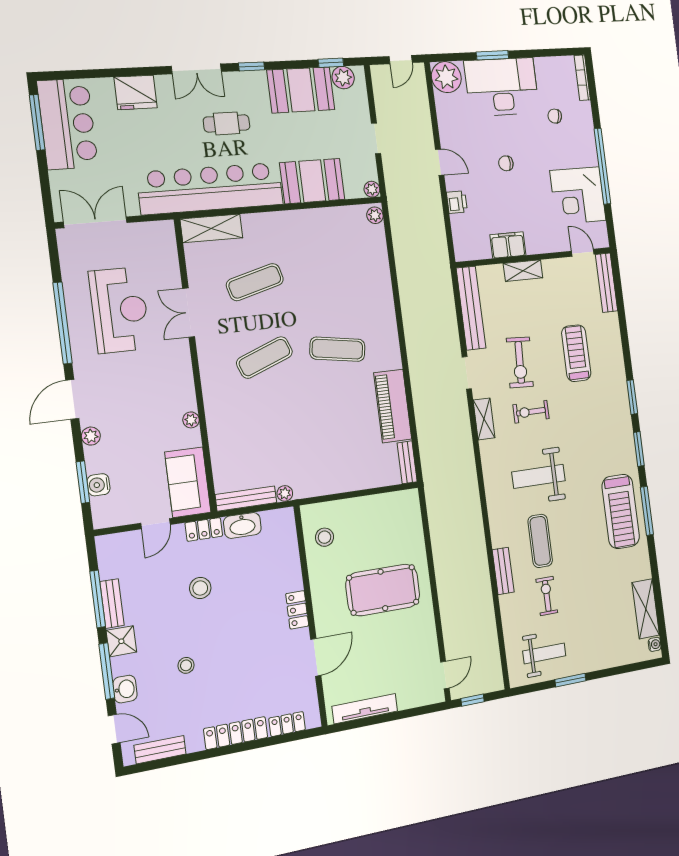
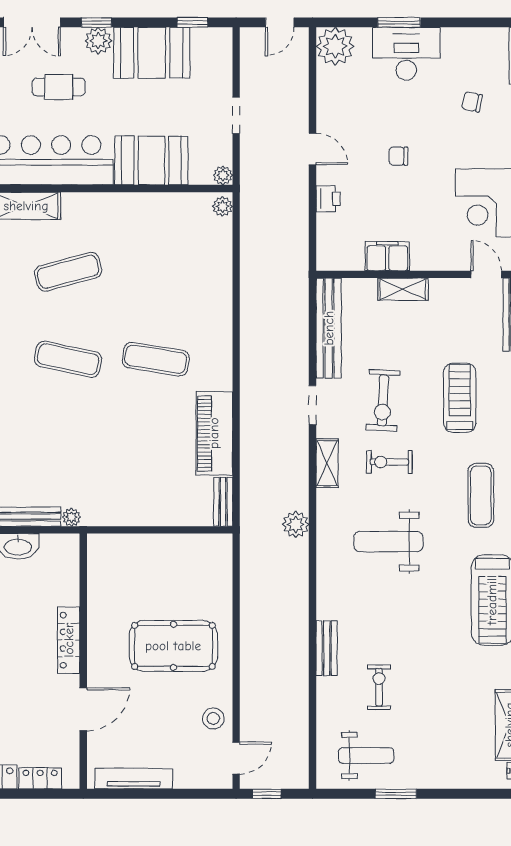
plant: (343, 78) -> (98, 41), moved
desk: (502, 87) -> (406, 54), width x0.73, depth x0.77
exercise mat: (265, 357) -> (68, 359), turned 33
plant: (466, 473) -> (296, 524), added
stool: (325, 537) -> (213, 718), moved
exercise mat: (540, 541) -> (481, 495), moved
locker: (297, 610) -> (69, 640), width x1.53

